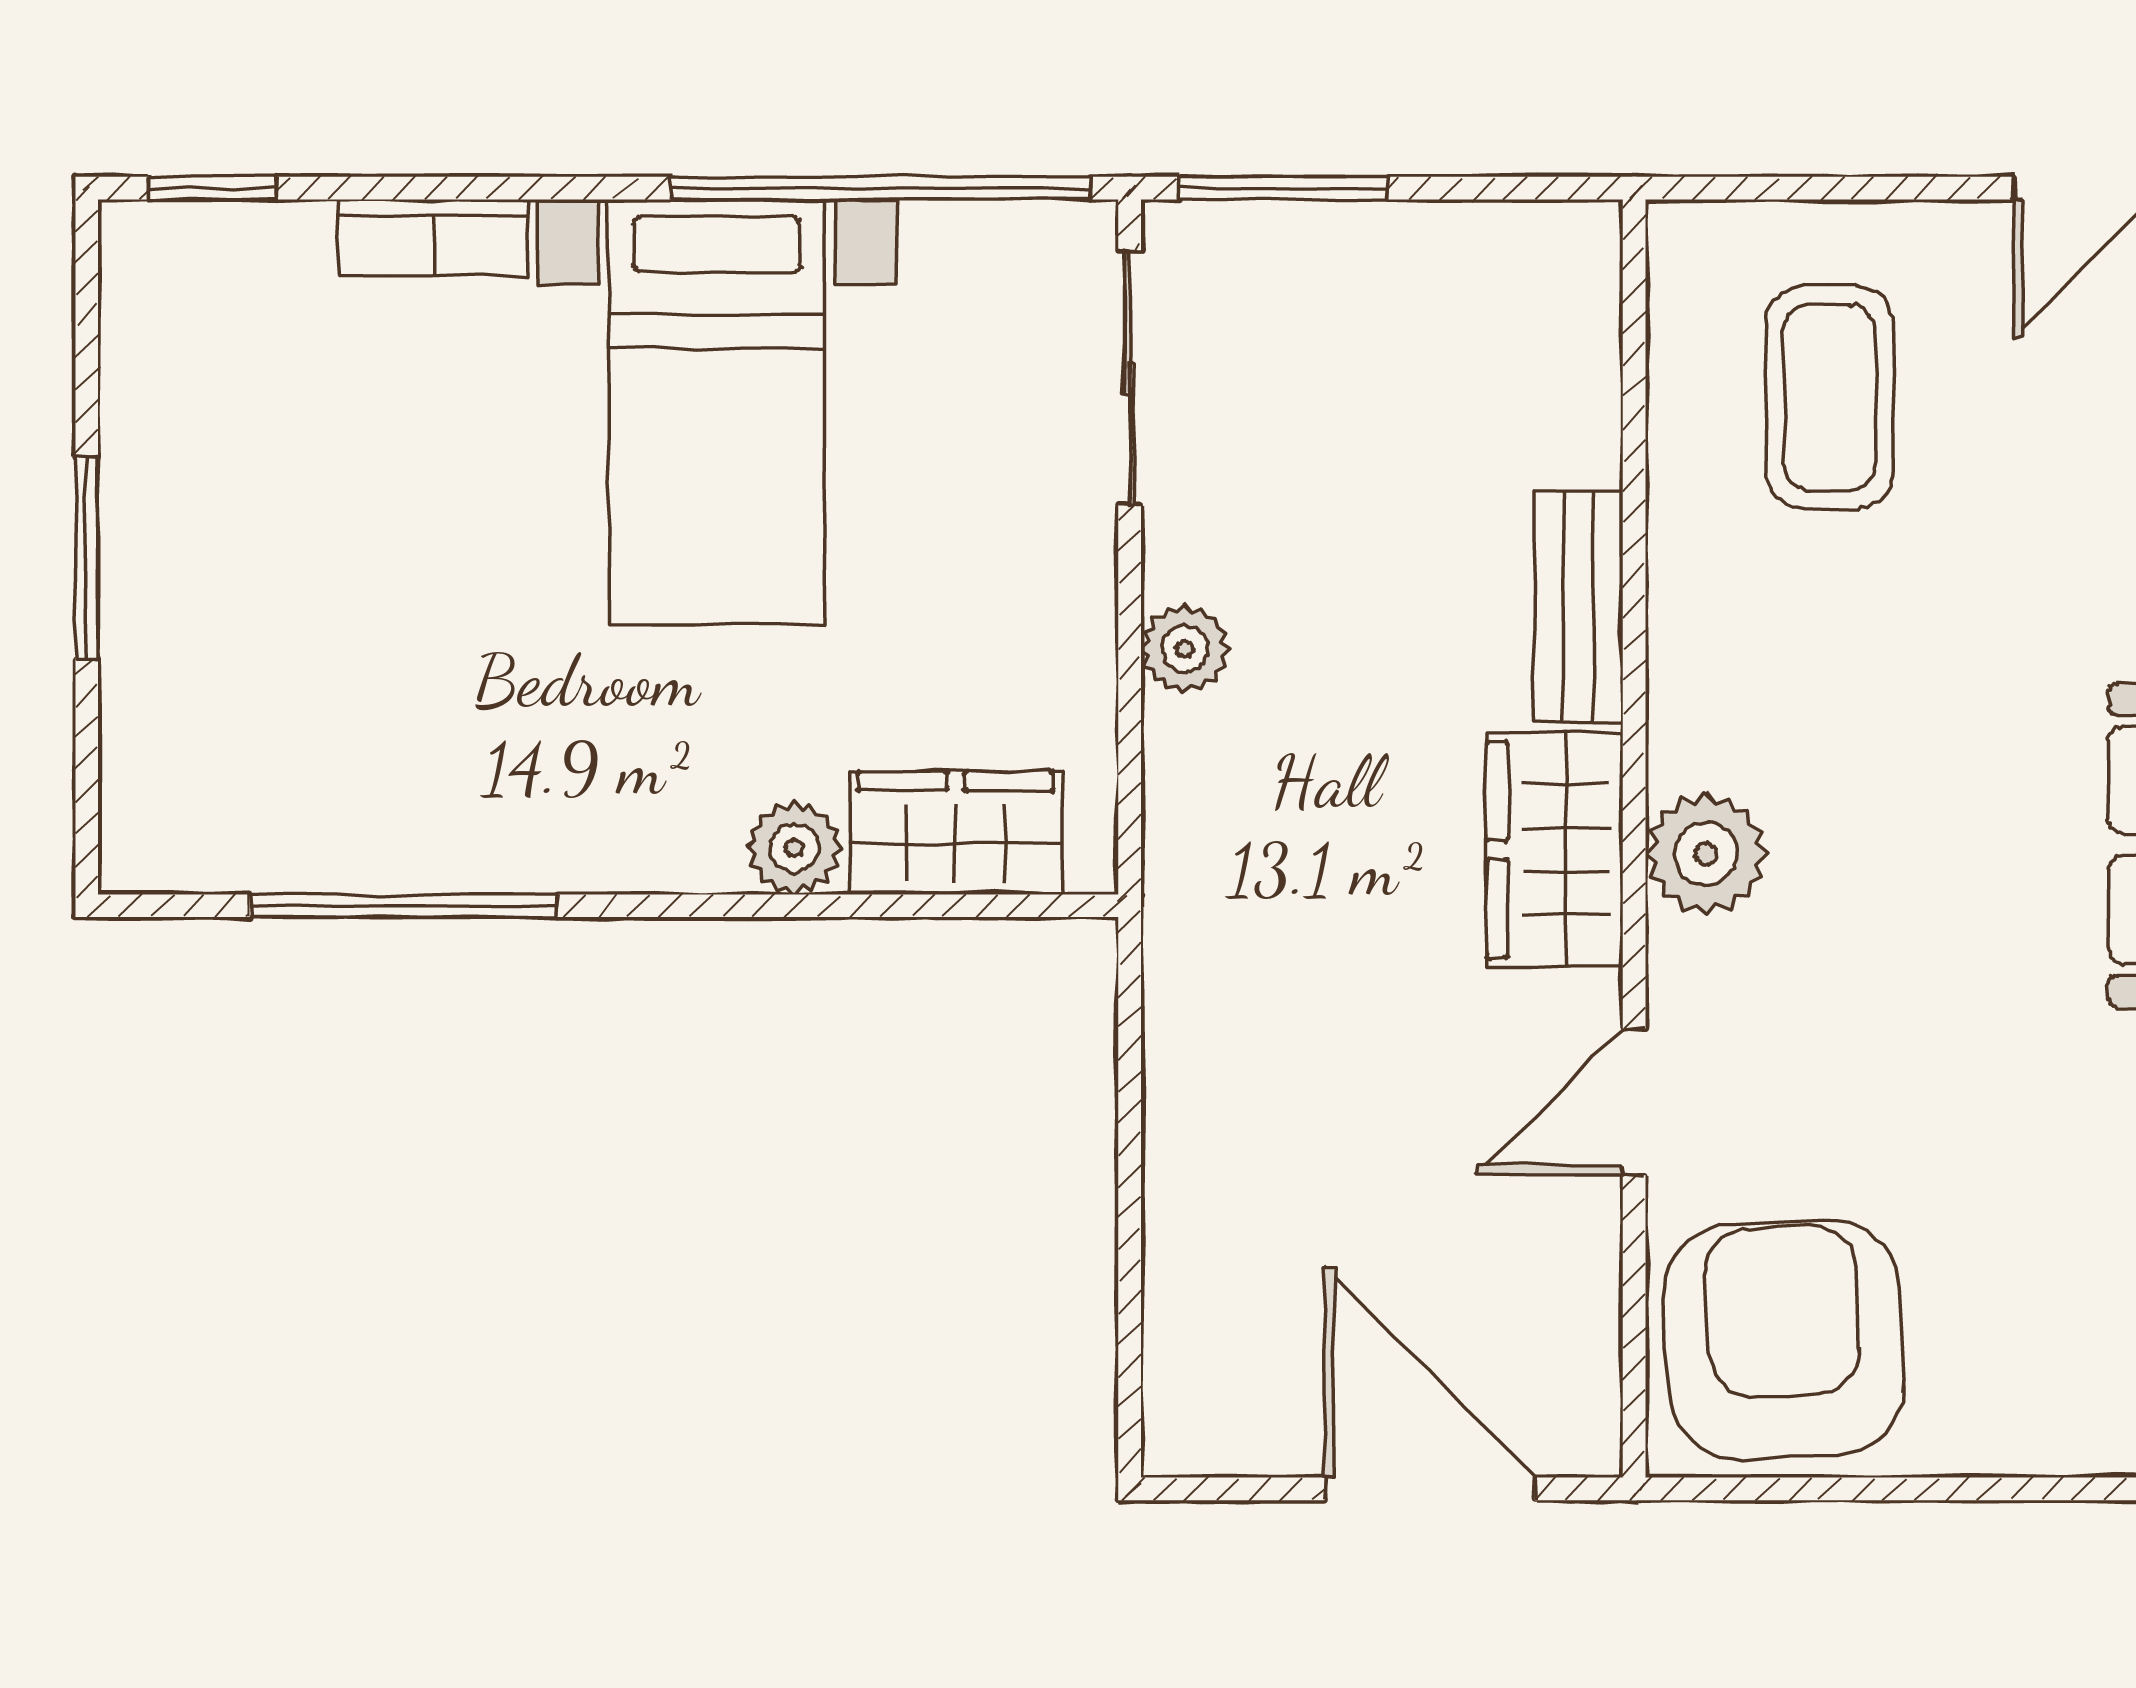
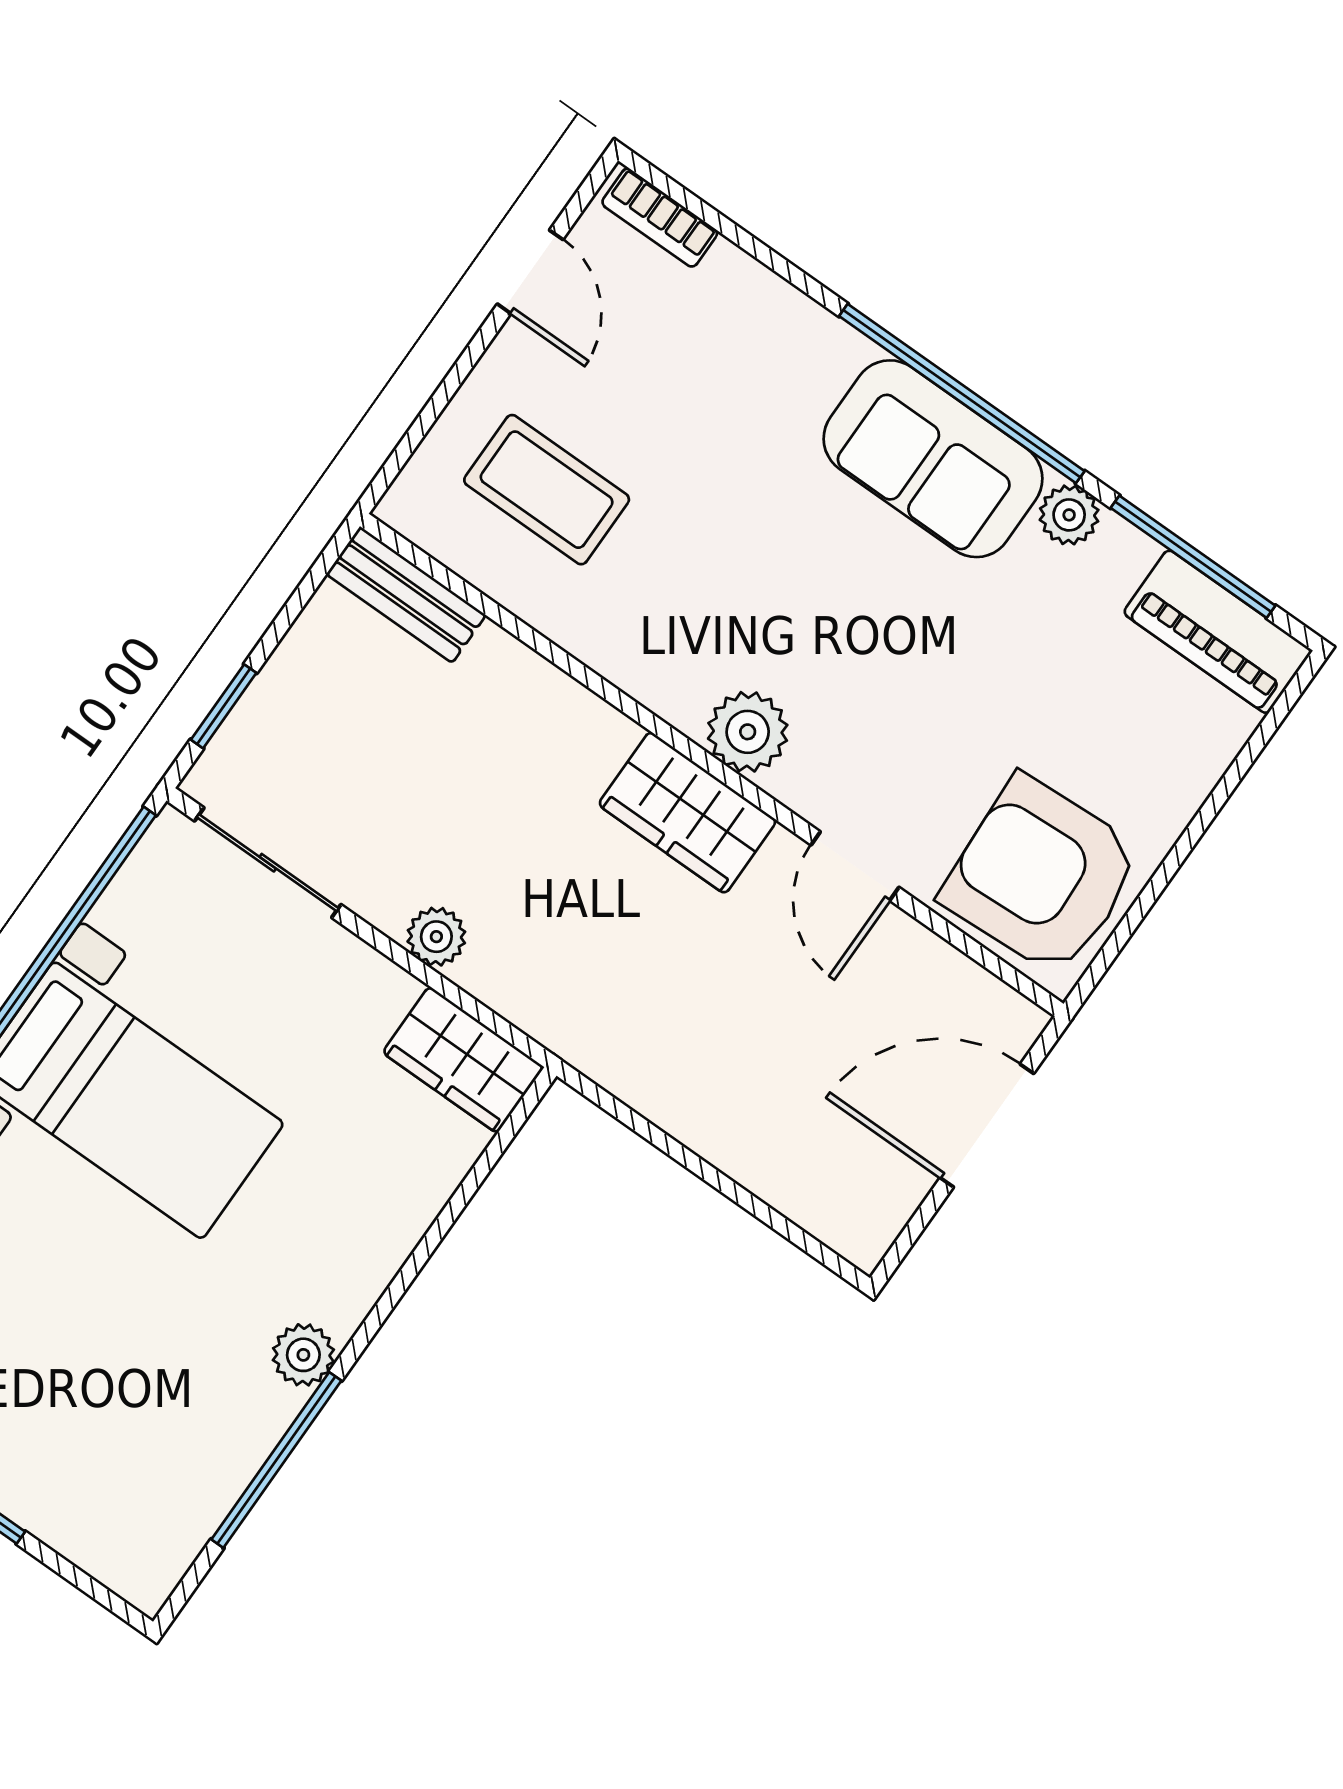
window: (1283, 188) -> (224, 706), width x0.67
bench: (1579, 607) -> (406, 595), moved
wardrobe: (956, 833) -> (463, 1060), moved, turned -90
plant: (794, 848) -> (303, 1355), moved

